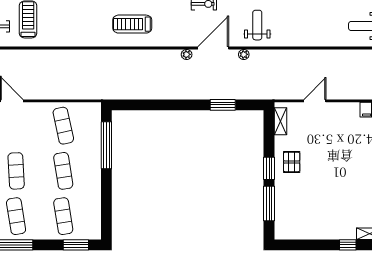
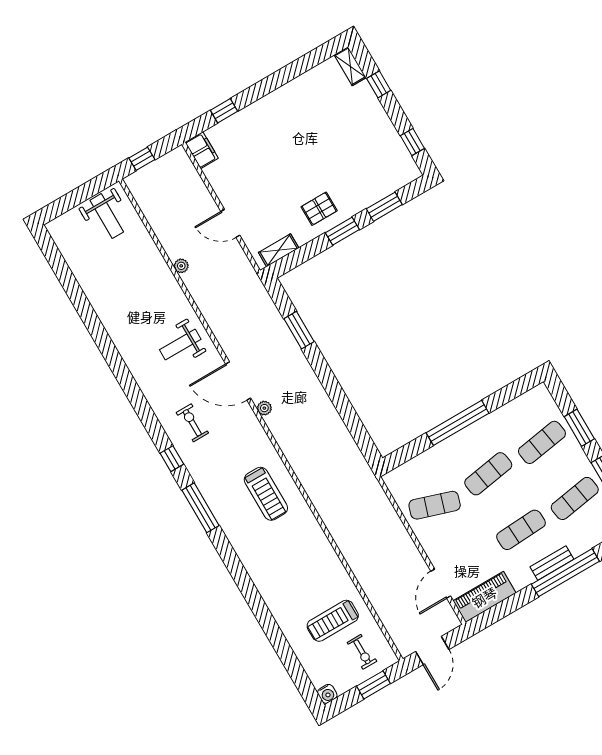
plant: (244, 54) -> (181, 266), moved
exercise mat: (63, 126) -> (435, 505), turned 30
window: (106, 145) -> (457, 423), moved
window: (269, 204) -> (384, 207), width x0.69
window: (76, 245) -> (579, 428), moved
window: (299, 245) -> (412, 142), added

